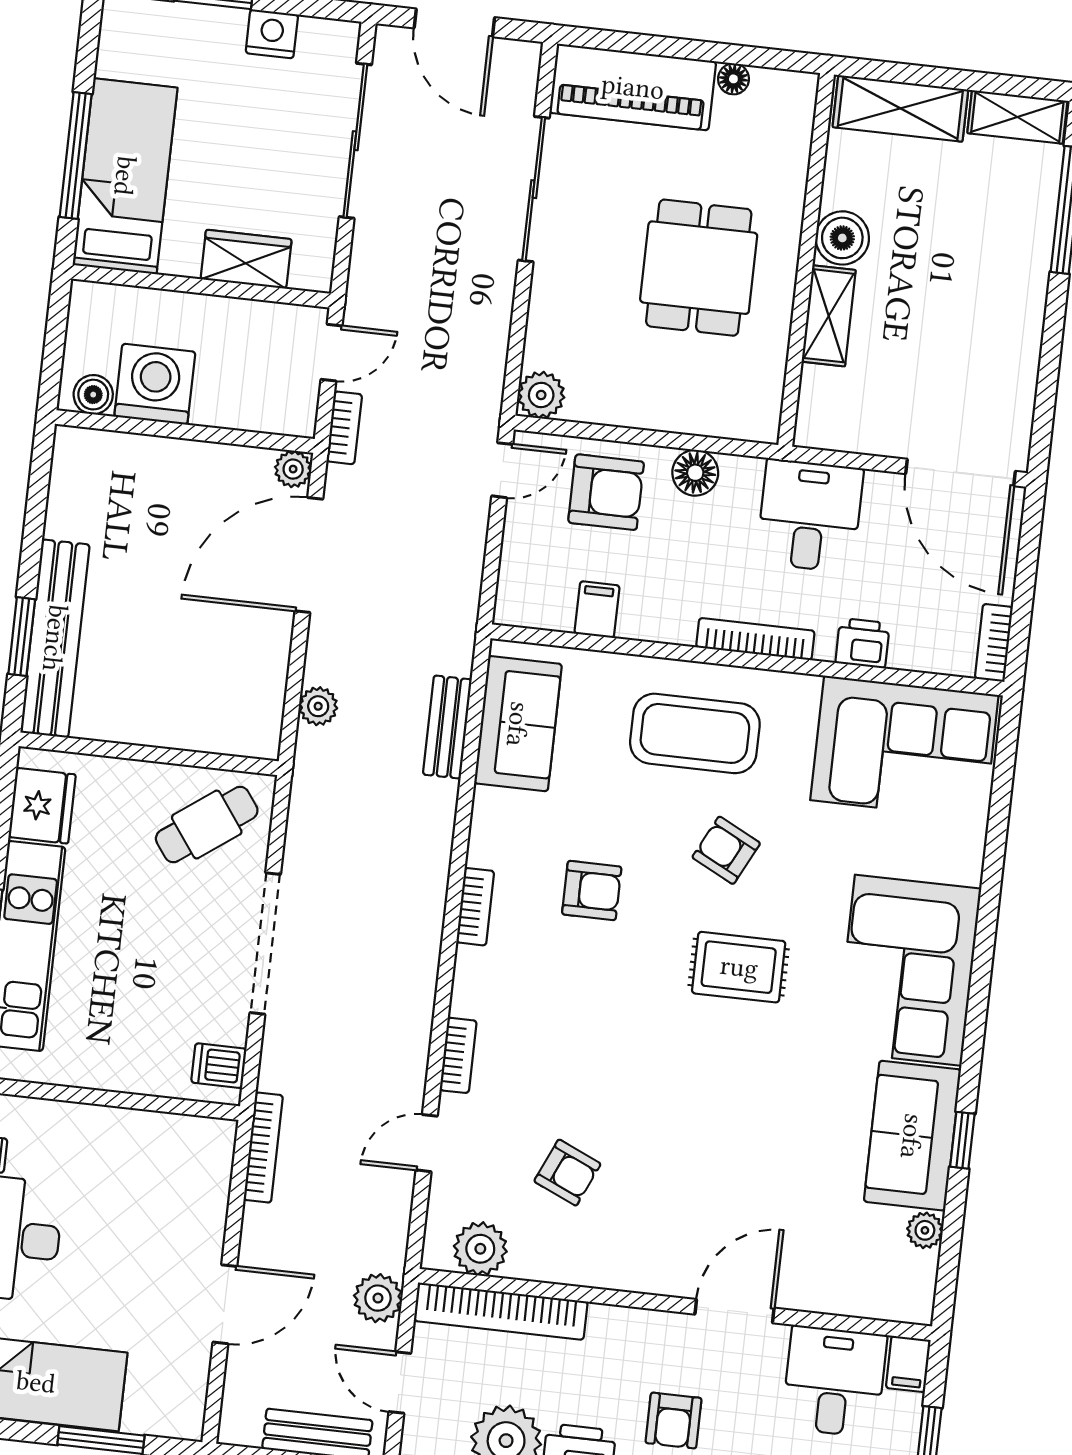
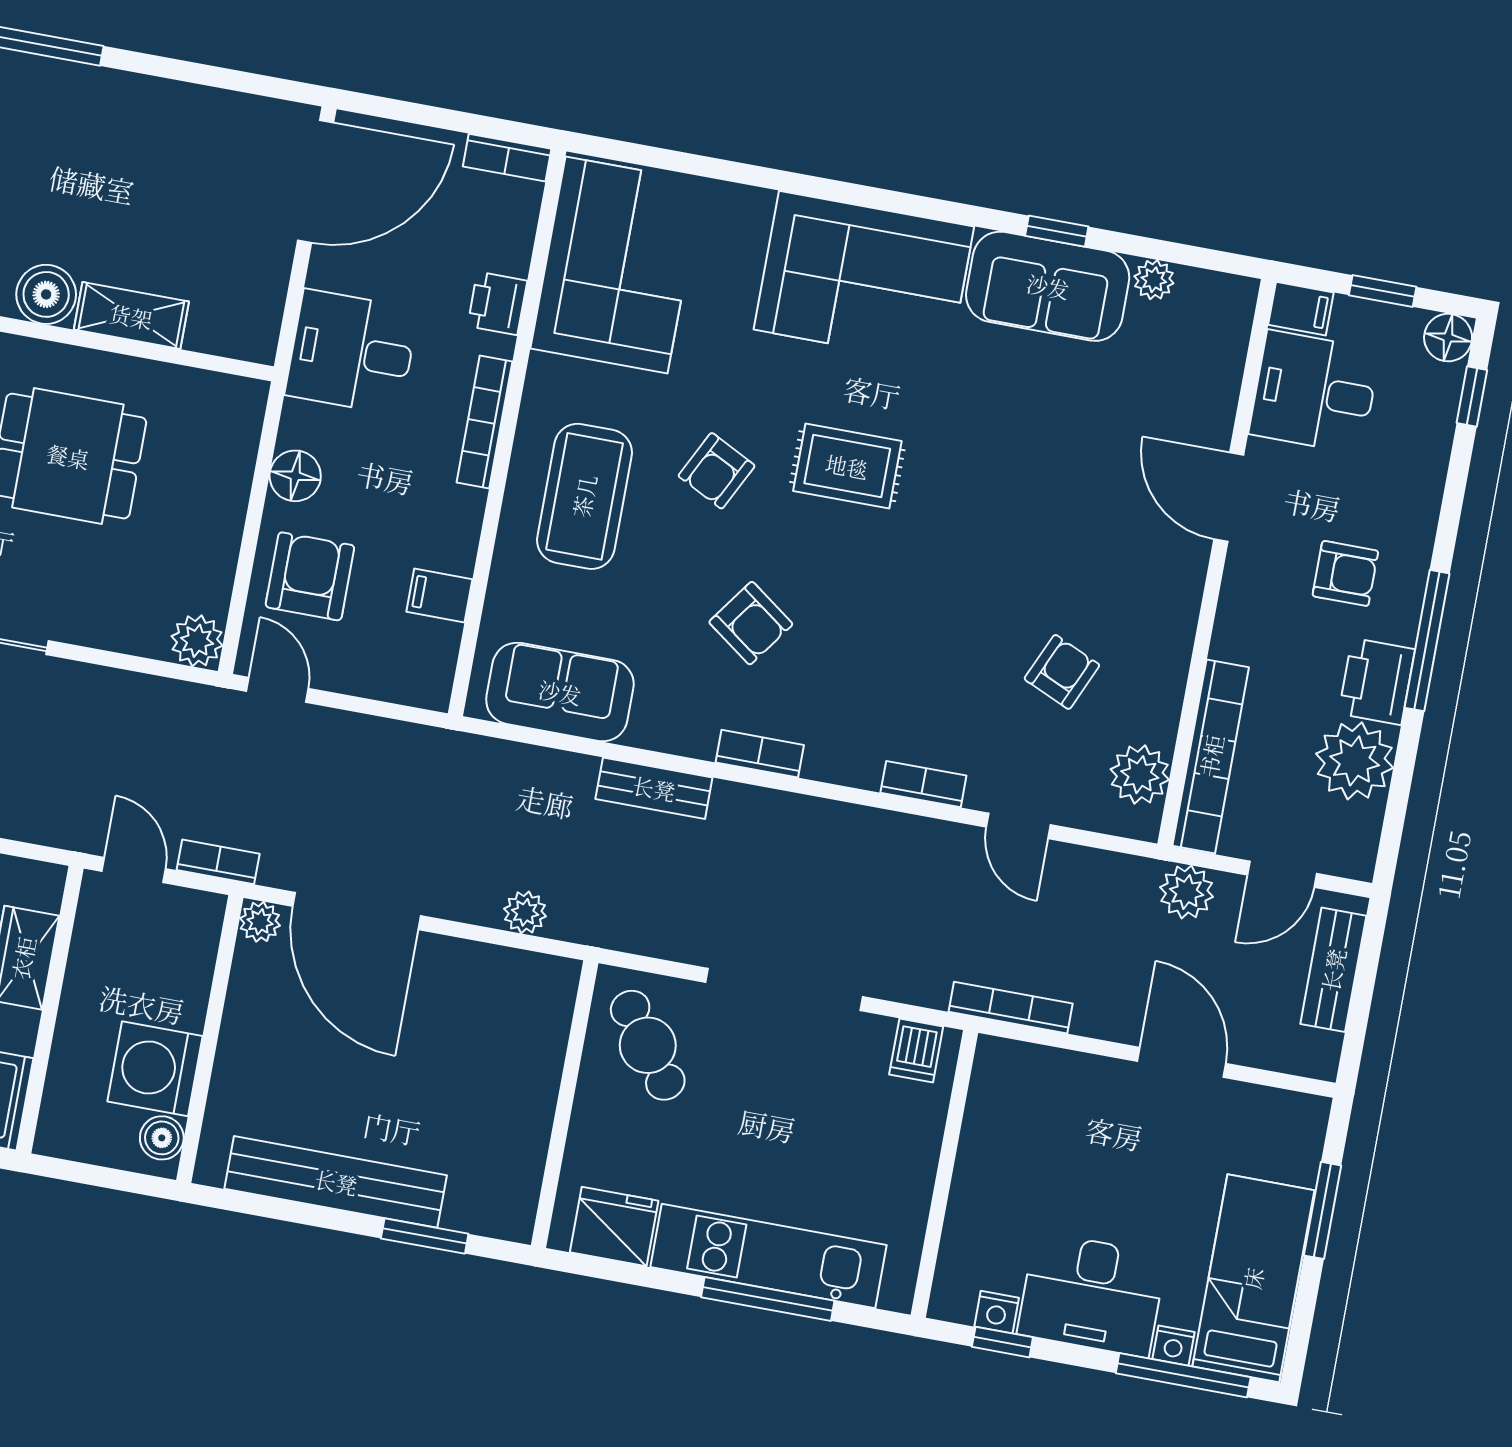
bench: (55, 638) -> (336, 1182), moved
bench: (447, 727) -> (654, 788), moved
armchair: (592, 891) -> (751, 623), turned 126
rug: (739, 967) -> (847, 466), turned 90

